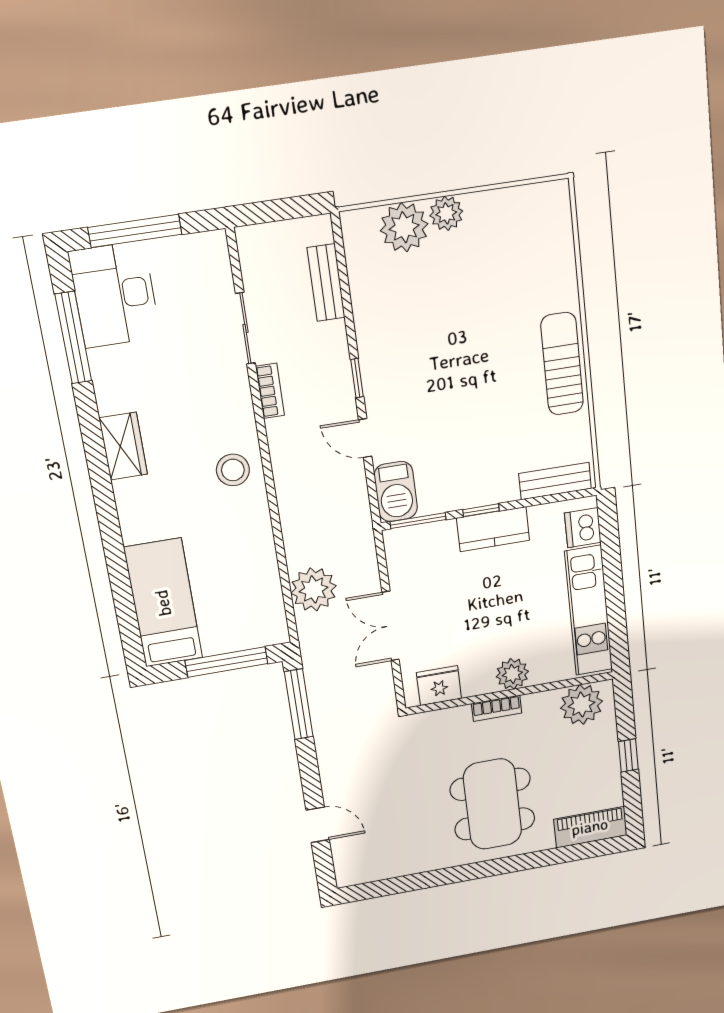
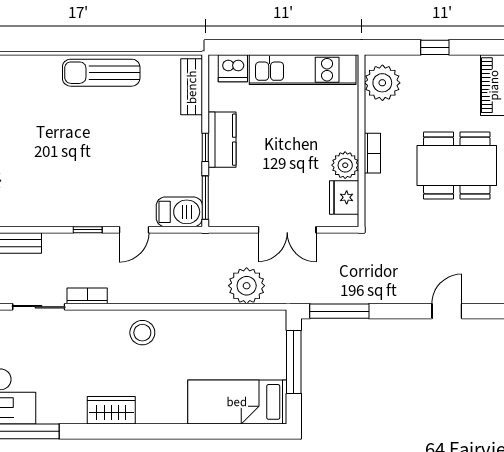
plant: (512, 674) -> (345, 165), moved

